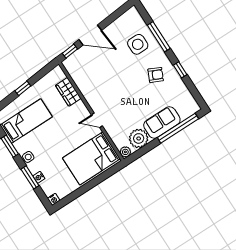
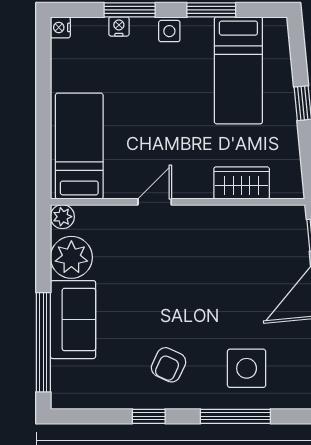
bed: (91, 158) -> (79, 146), width x0.67

